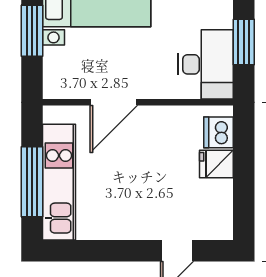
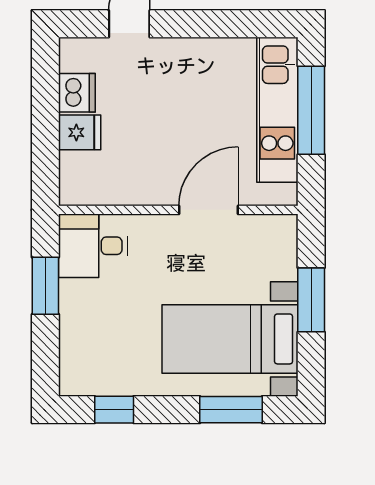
desk: (206, 64) -> (93, 246), width x0.73
dishwasher: (219, 132) -> (77, 93), moved

